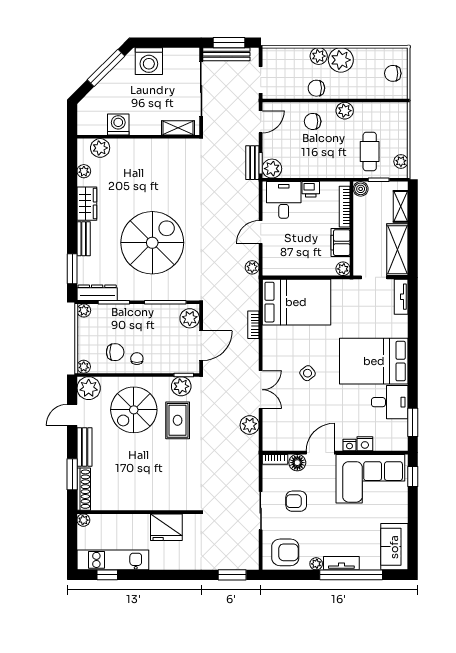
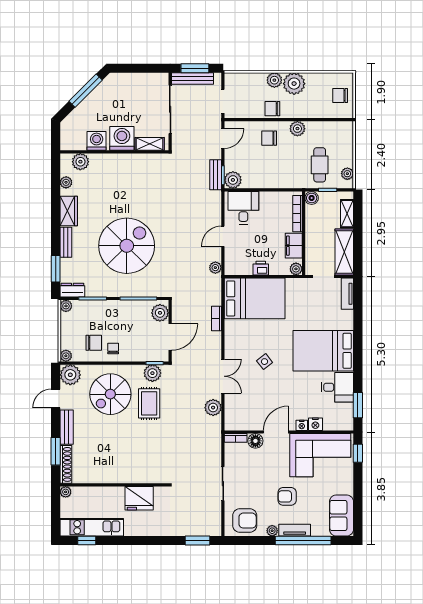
washing machine: (149, 61) -> (122, 138), moved, turned 180
printer: (311, 189) -> (261, 268), moved, turned 180
dresser: (97, 293) -> (72, 290), width x0.70
armchair: (296, 501) -> (287, 496), moved

